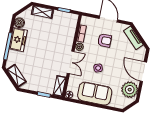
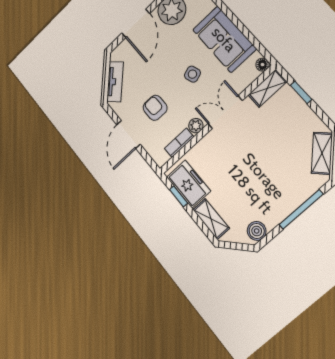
freezer: (18, 40) -> (189, 184), moved, turned 90

